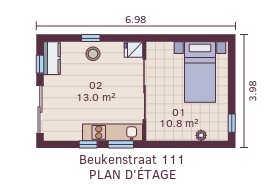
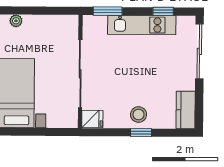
window: (40, 64) -> (199, 103), removed
kitchen unit: (112, 132) -> (142, 25), moved
window: (88, 144) -> (163, 11), moved

